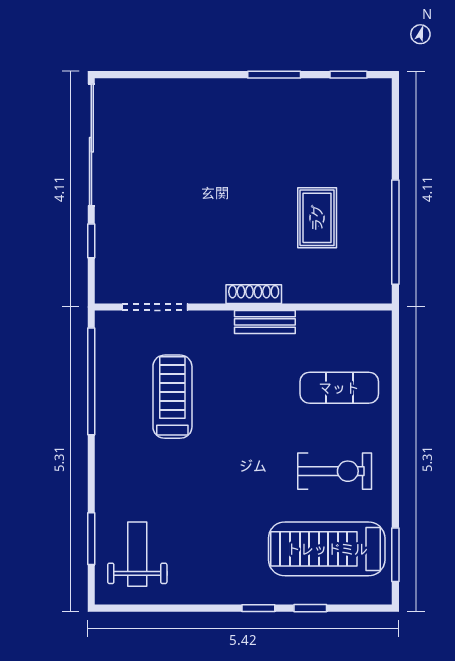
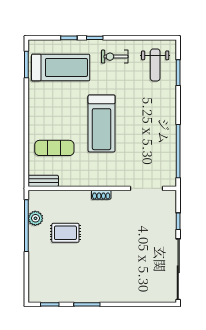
rug: (317, 218) -> (65, 233), turned 90
plant: (377, 247) -> (35, 218), added
shoe rack: (254, 294) -> (101, 195), width x0.70
bench: (265, 322) -> (43, 181), moved
treadmill: (172, 397) -> (102, 123), moved, width x1.37, depth x1.38
exercise bike: (335, 471) -> (115, 57), moved, width x0.73, depth x0.72

